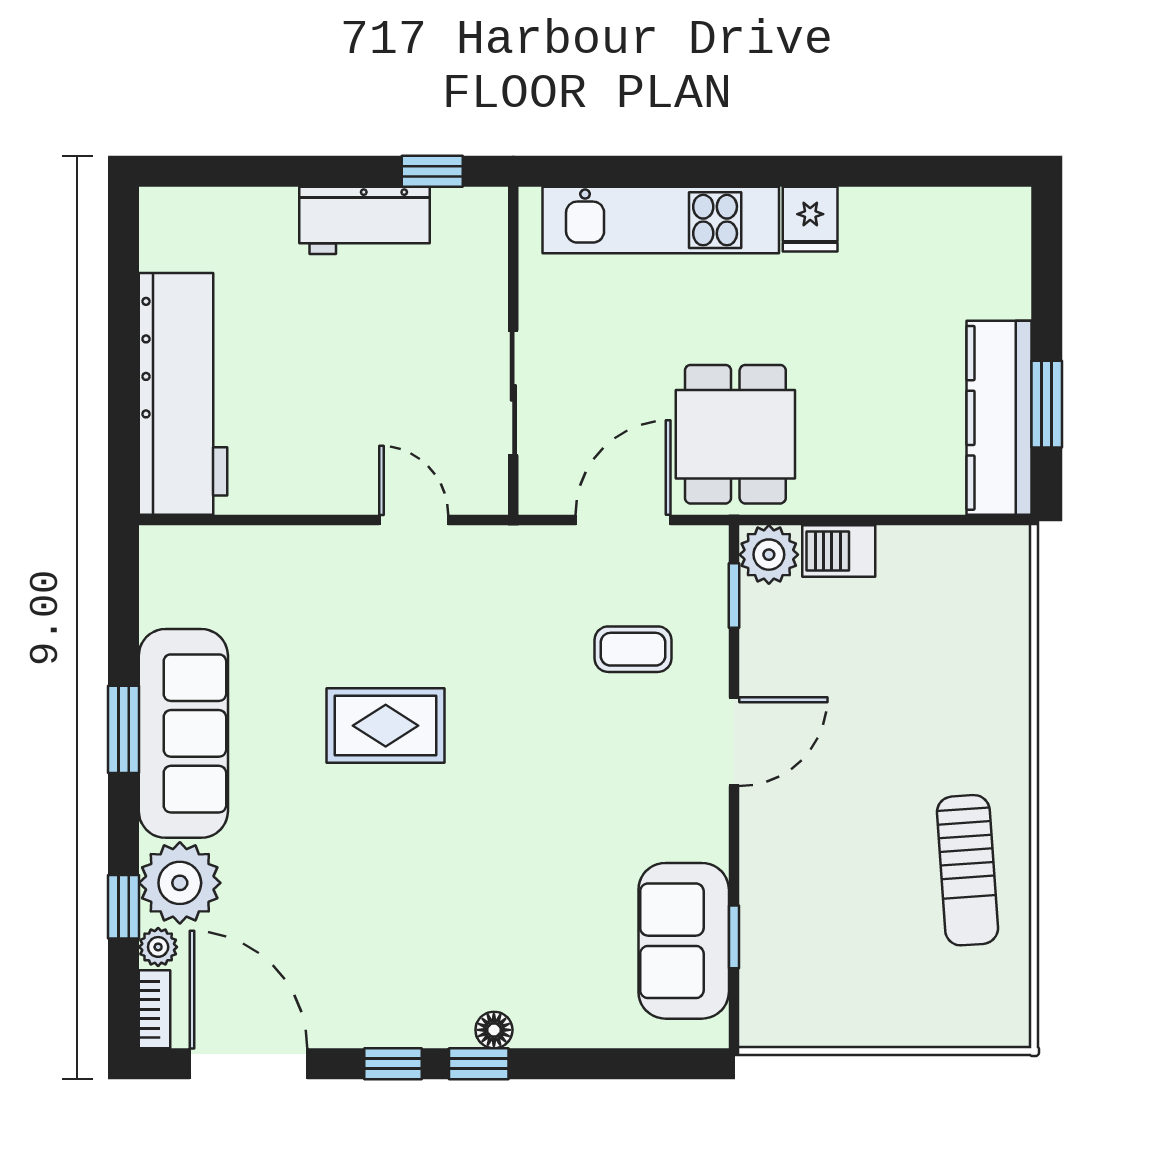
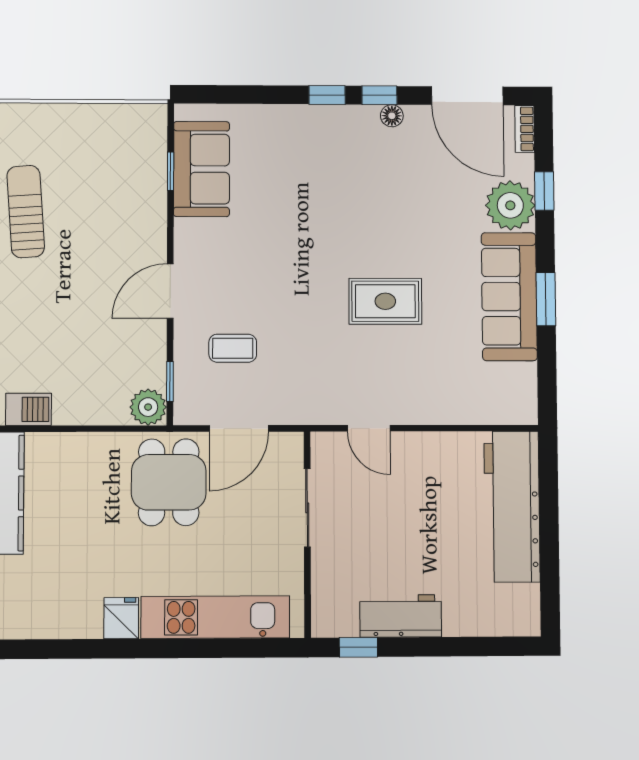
barbecue: (839, 551) -> (29, 409), moved
plant: (158, 947) -> (523, 167), removed
floor lamp: (494, 1030) -> (392, 116), moved

